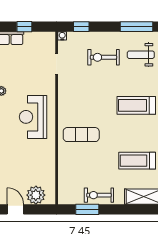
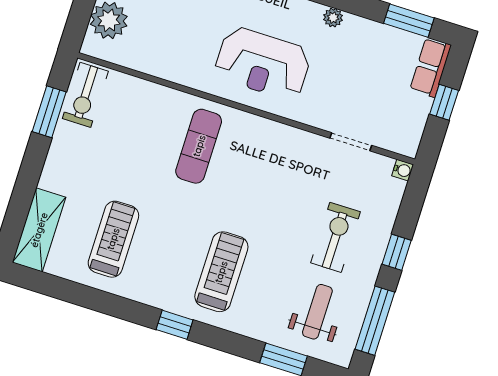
window: (81, 27) -> (397, 252), moved
reception desk: (33, 117) -> (263, 63), turned 180
exercise bike: (99, 195) -> (85, 95), moved, turned 180

